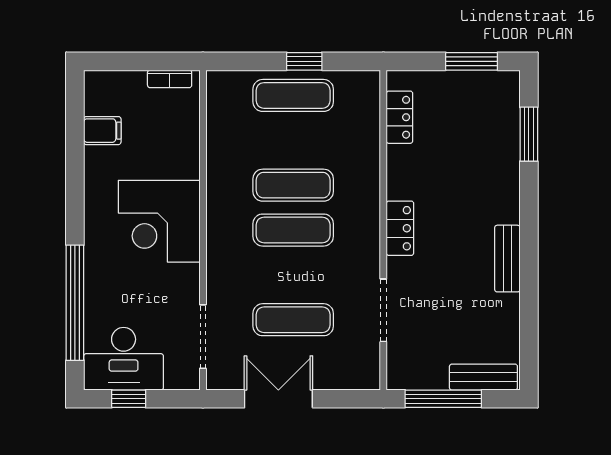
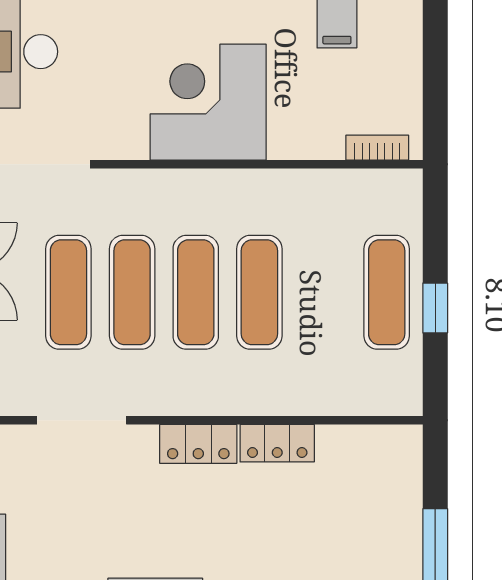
bookcase: (170, 79) -> (377, 148), moved, turned 90
locker: (399, 117) -> (277, 443), moved
exercise mat: (293, 275) -> (132, 292), added

